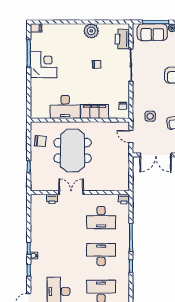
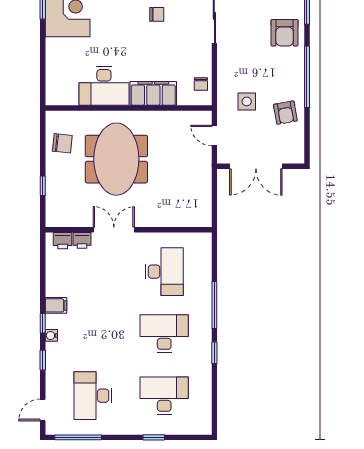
printer: (124, 199) -> (63, 241), moved
desk: (101, 218) -> (164, 272), turned -90
filing cabinet: (37, 238) -> (56, 305), added

